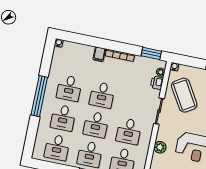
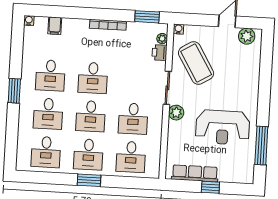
filing cabinet: (99, 54) -> (55, 26), moved
window: (39, 96) -> (14, 91), width x0.47
plant: (160, 147) -> (176, 113), moved

